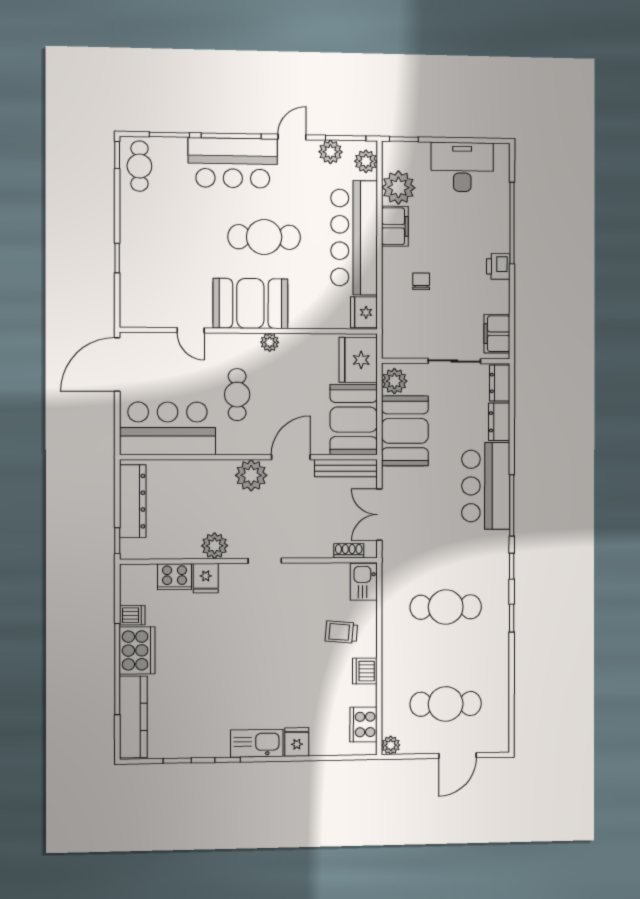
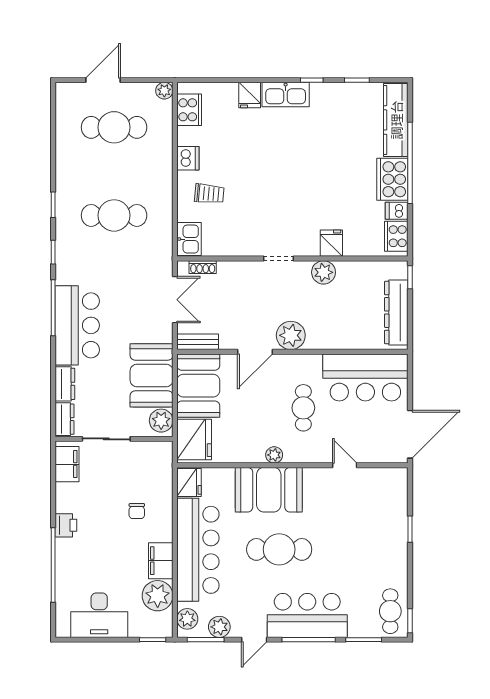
booth: (250, 303) -> (269, 490), moved
bench: (346, 468) -> (198, 342), width x0.73
cooker: (175, 577) -> (396, 236), moved, turned -90

